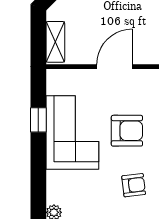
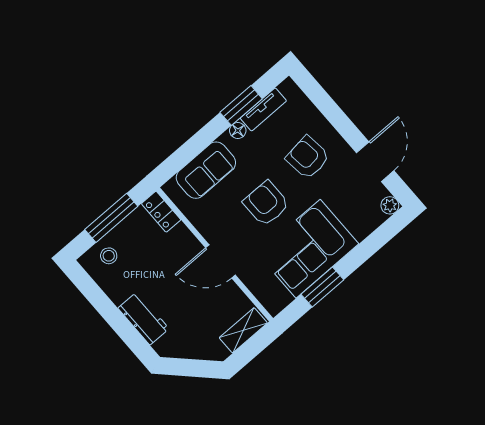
window: (38, 120) -> (322, 287), width x1.50
armchair: (134, 185) -> (308, 157), width x1.38, depth x1.38

